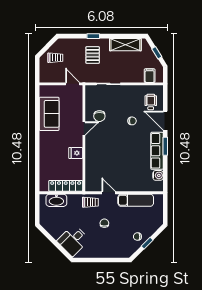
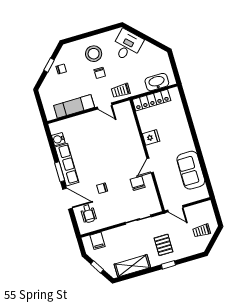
stool: (105, 242) -> (94, 54), added

